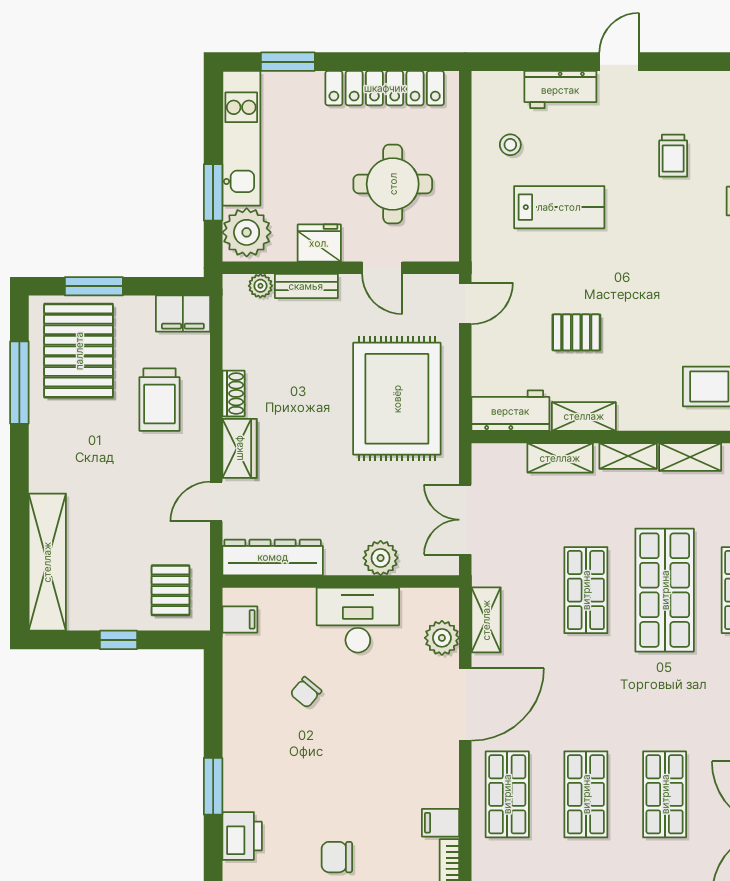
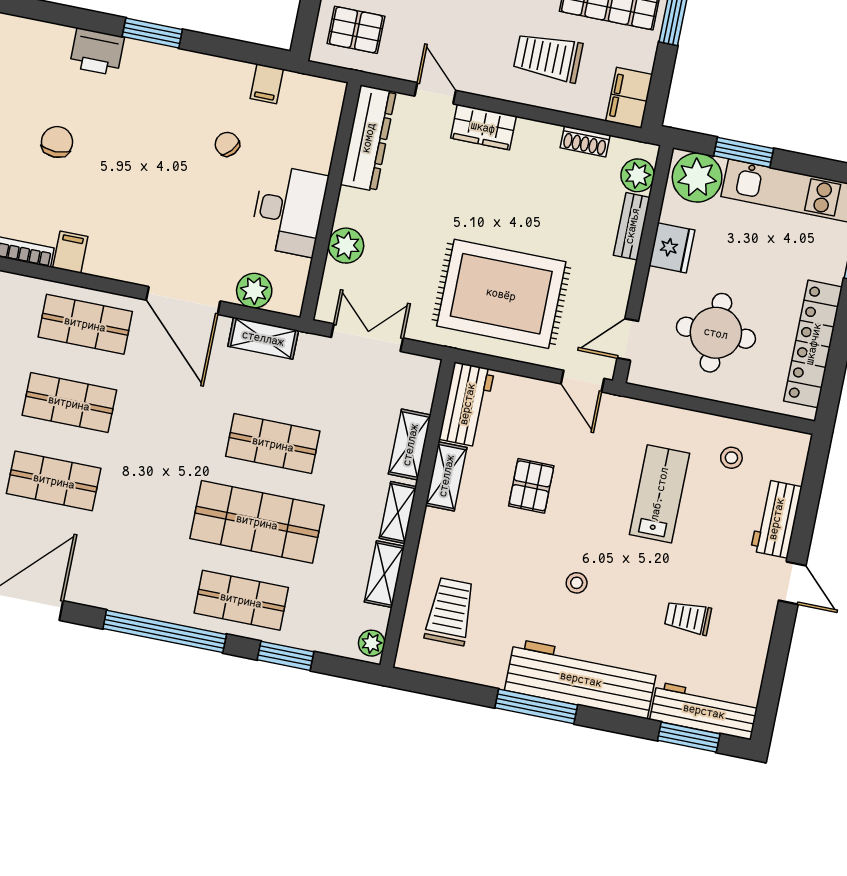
lab bench: (559, 207) -> (659, 494), turned 180
door: (382, 268) -> (628, 339), moved
stool: (661, 270) -> (577, 583), added
plant: (260, 286) -> (638, 175), width x1.38, depth x1.38
shoe rack: (233, 393) -> (585, 141), moved
filing cabinet: (240, 619) -> (267, 84), moved

